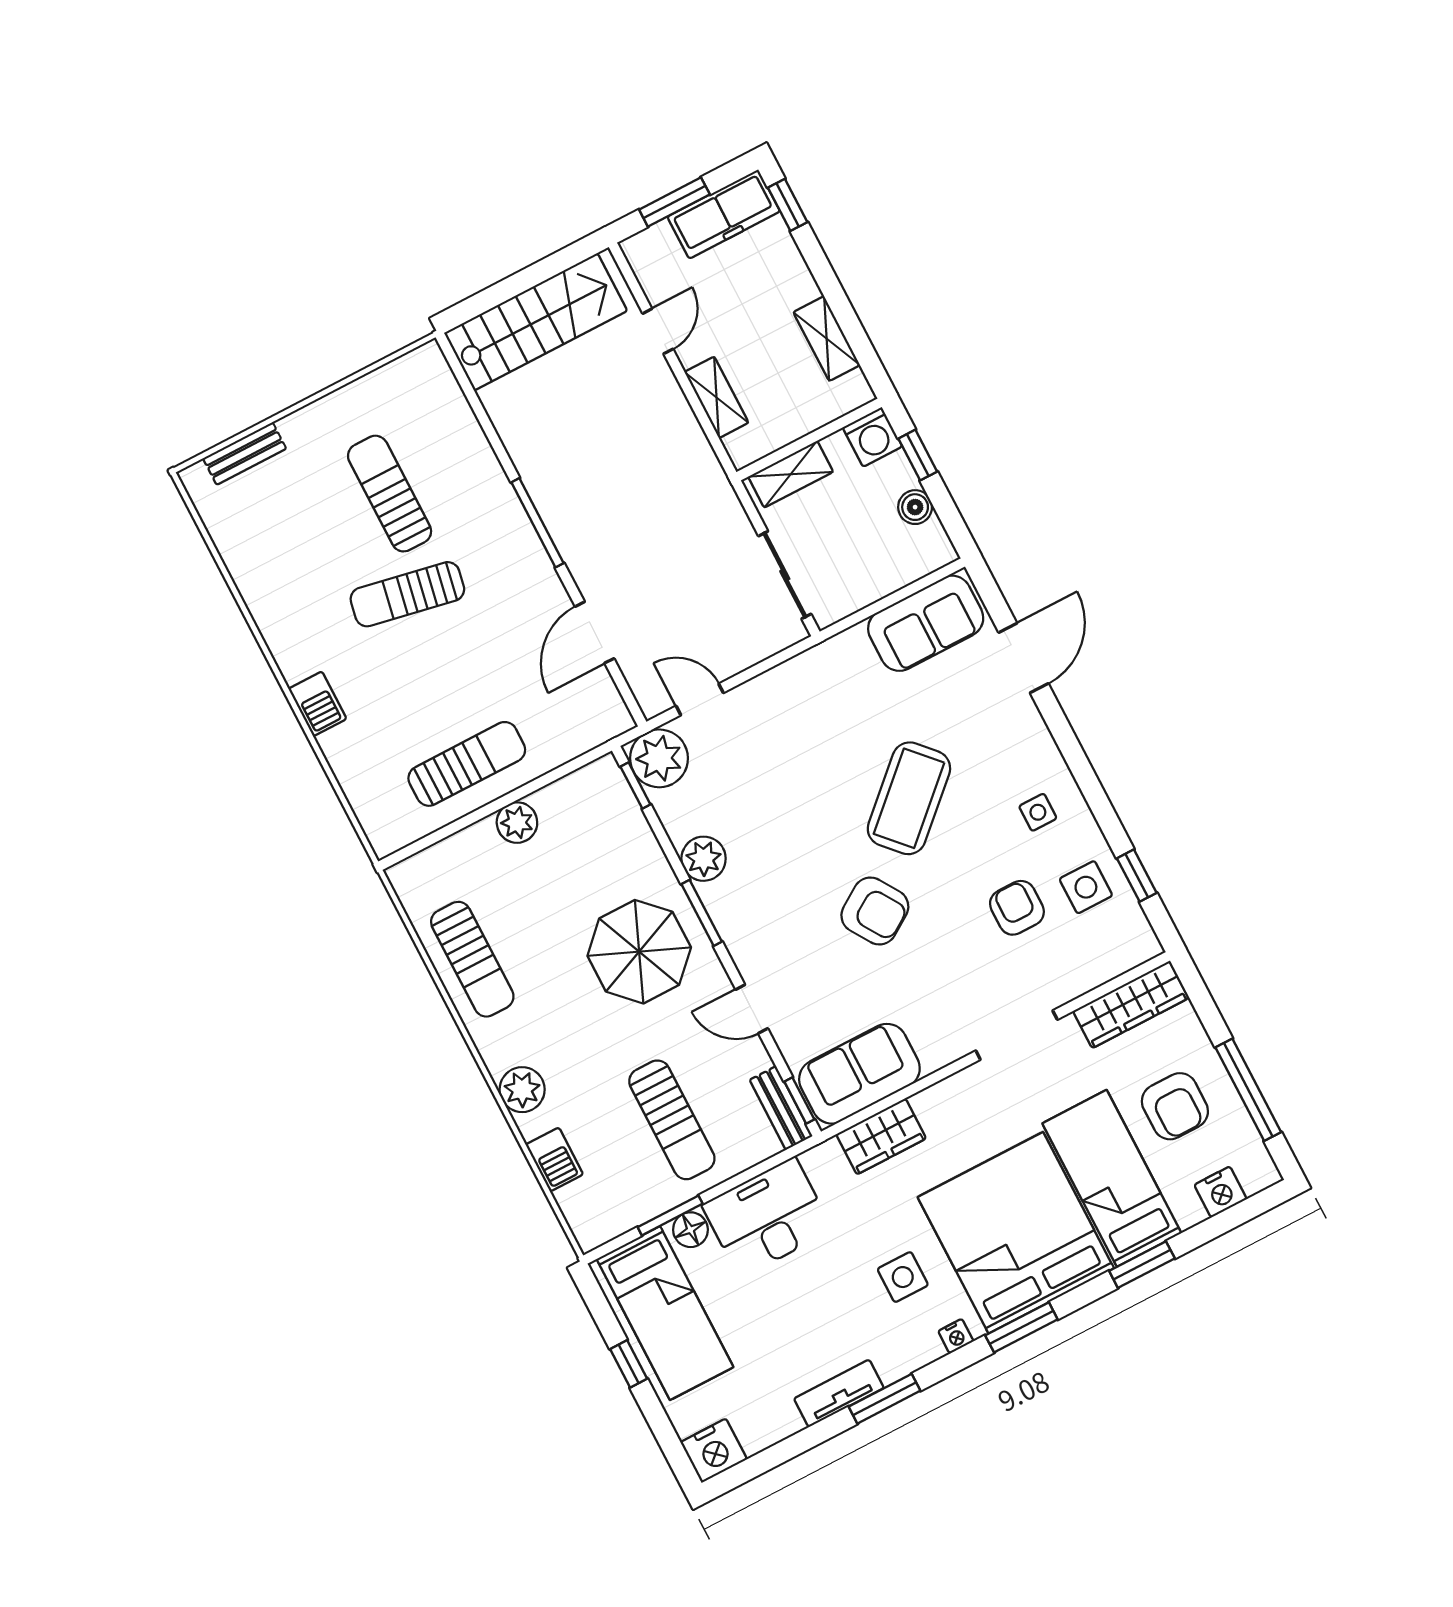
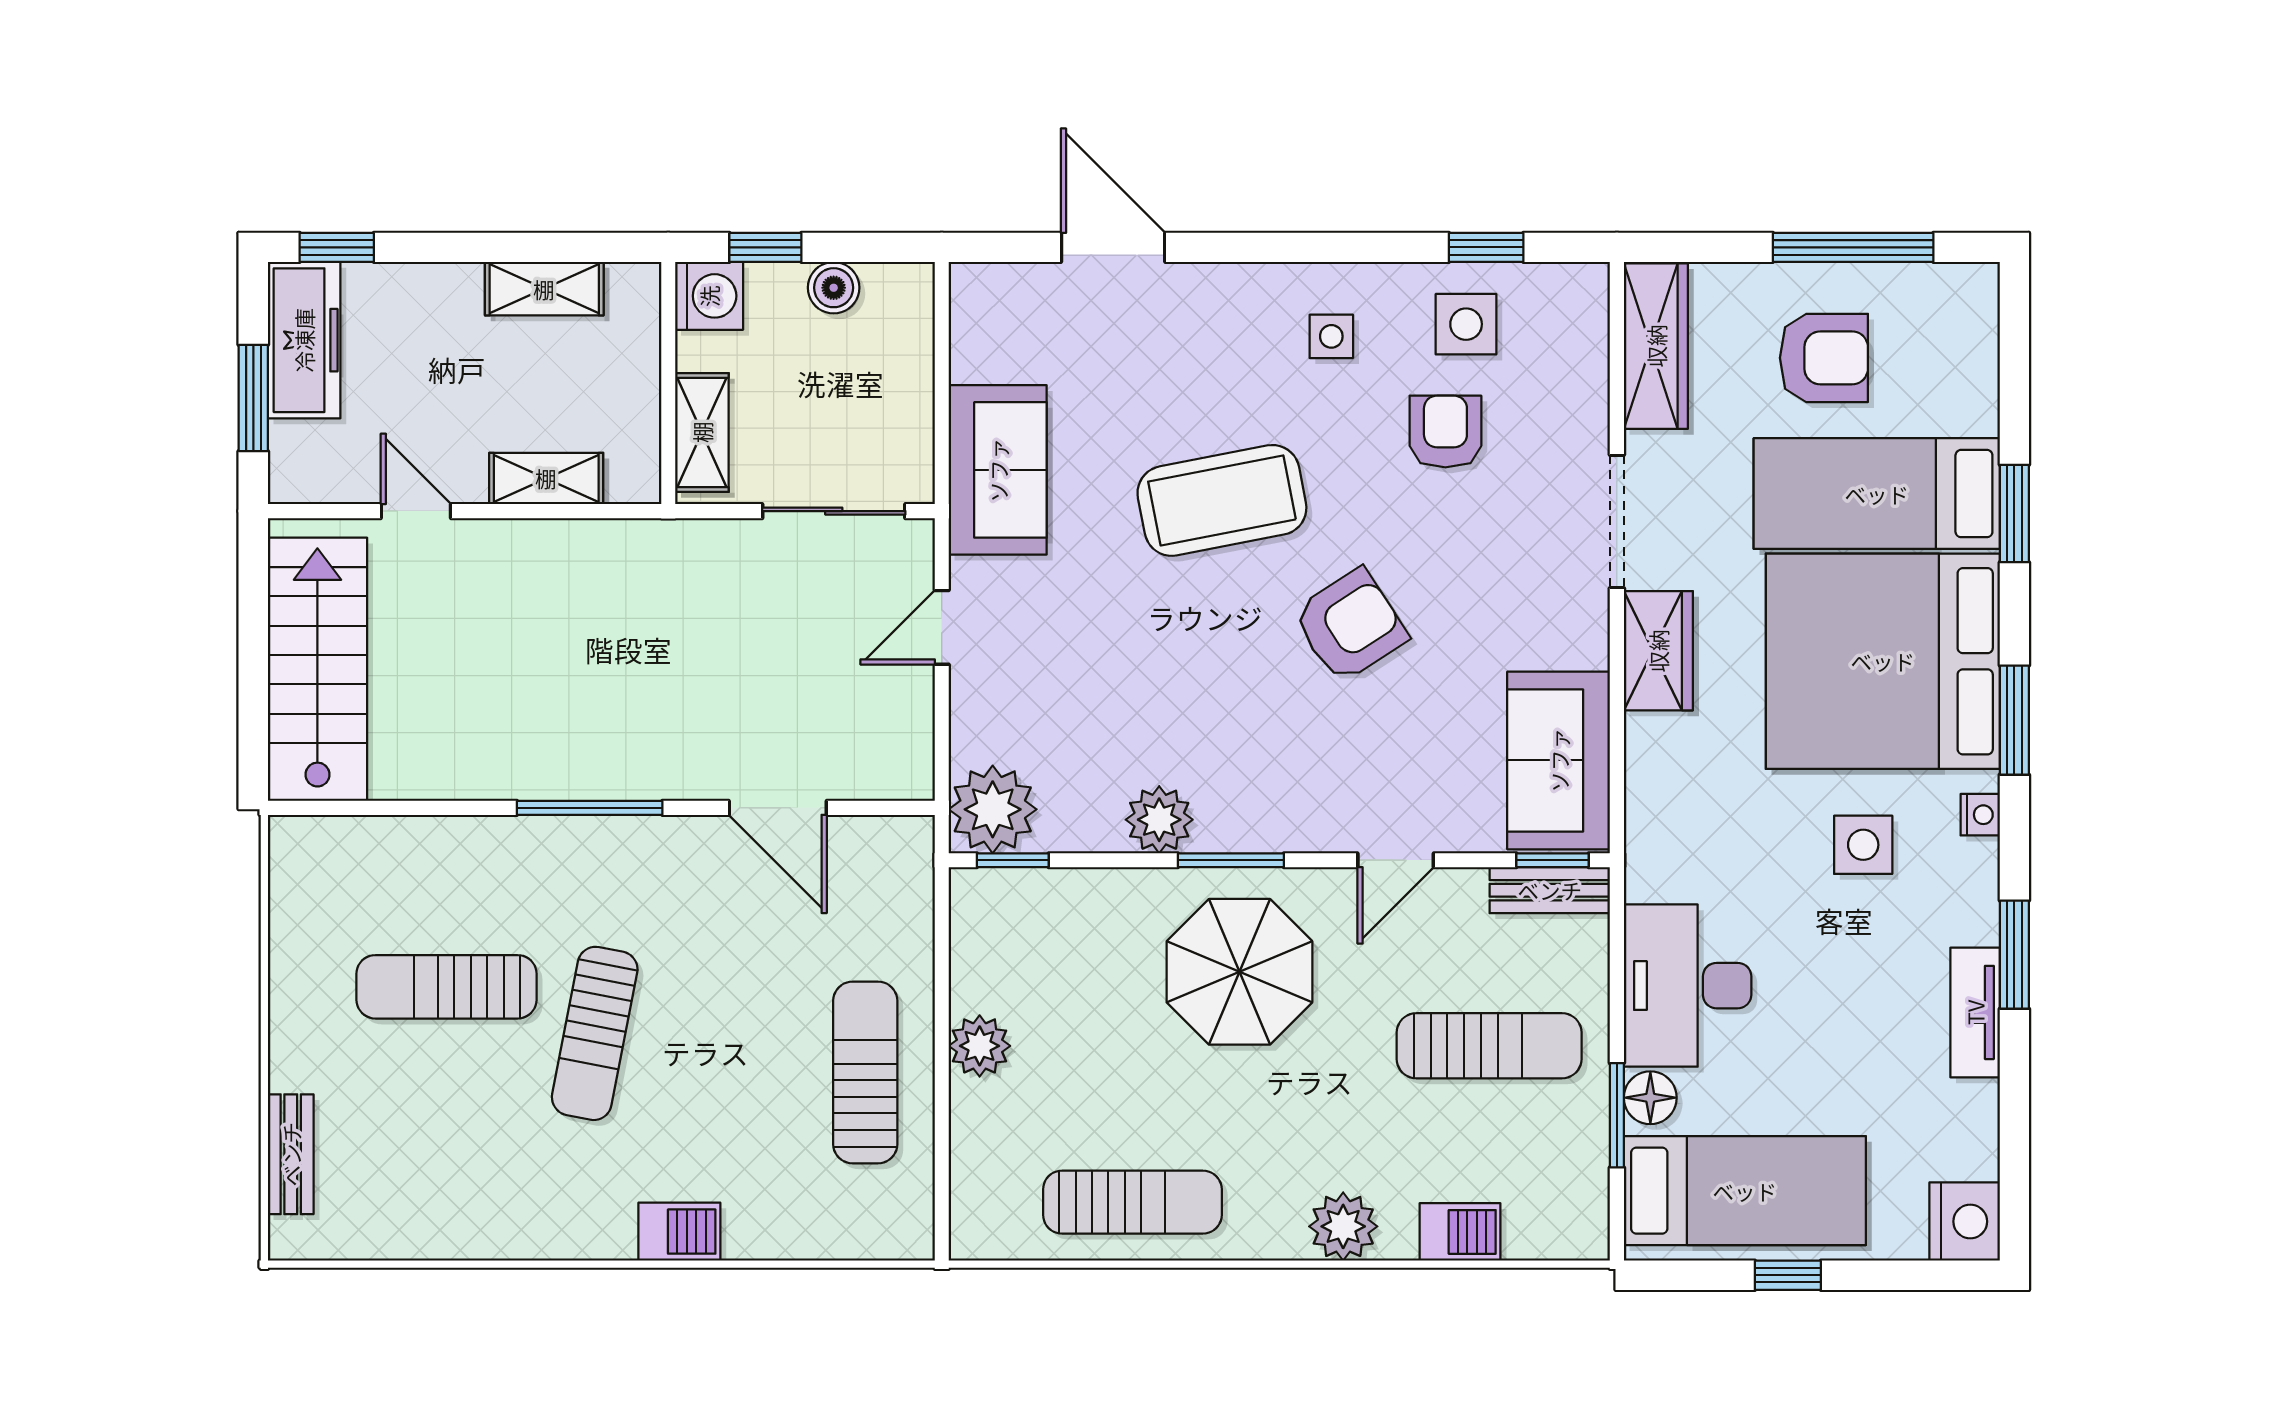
sofa: (926, 623) -> (998, 470), moved
door: (700, 699) -> (942, 627), moved
coffee table: (909, 798) -> (1222, 500), turned -58
armchair: (1017, 908) -> (1445, 432), turned 90
wardrobe: (881, 1136) -> (1658, 651), moved
nightstand: (1220, 1192) -> (1971, 357), removed

